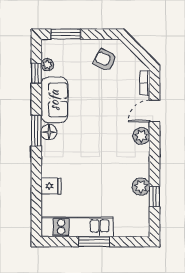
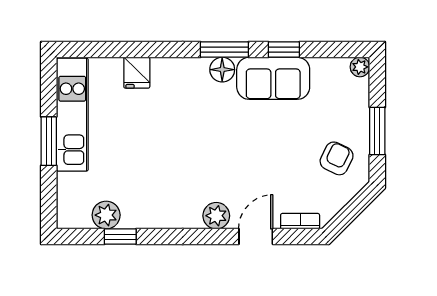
window: (66, 34) -> (377, 131), moved
plant: (47, 65) -> (360, 67), moved
window: (36, 73) -> (284, 50), moved
door: (154, 111) -> (256, 237), hinge flipped
plant: (141, 187) -> (106, 215), moved

